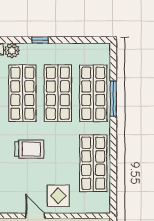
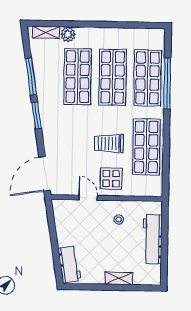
window: (40, 40) -> (96, 24), removed
window: (113, 98) -> (167, 83), width x1.46
trolley: (29, 149) -> (109, 143), moved, turned 180

